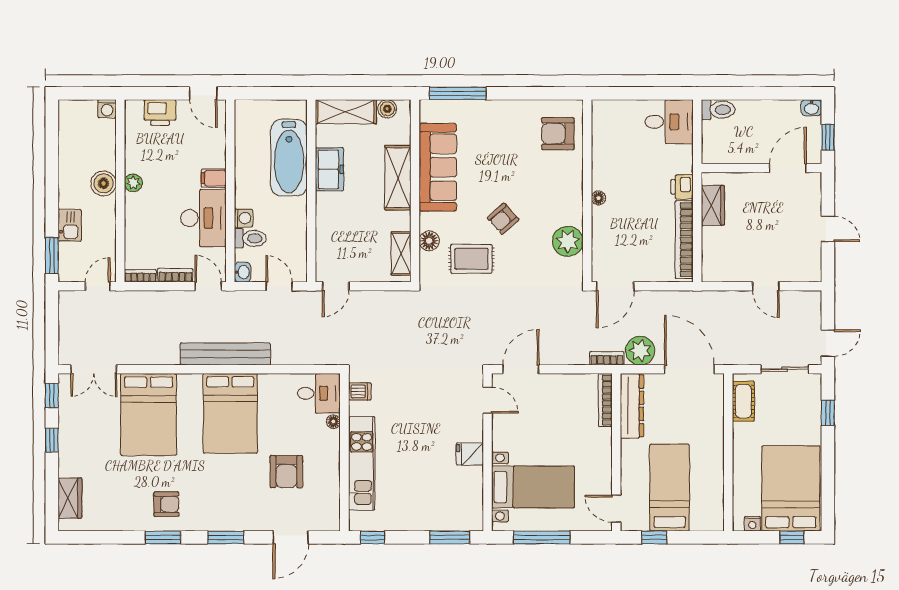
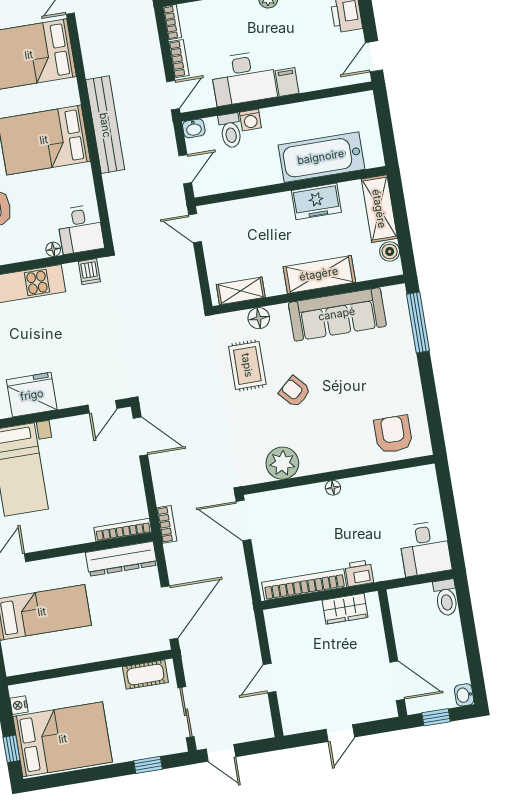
plant: (640, 351) -> (180, 558), removed
fridge: (470, 454) -> (32, 395), width x1.88, depth x1.34

